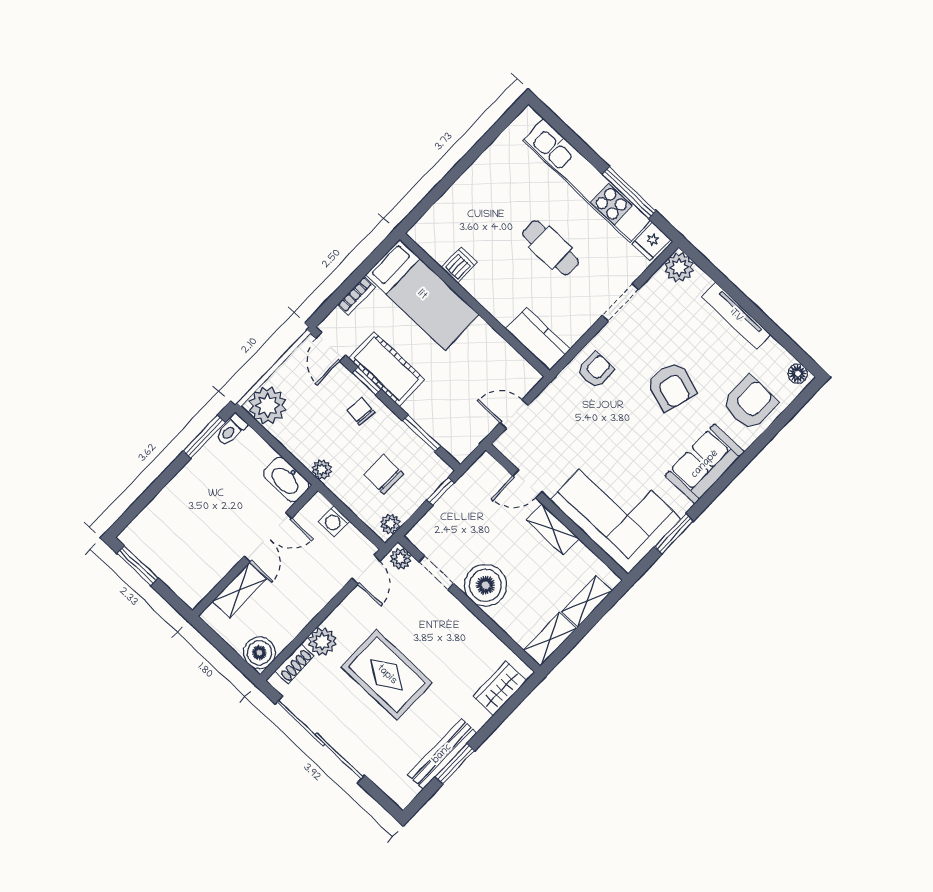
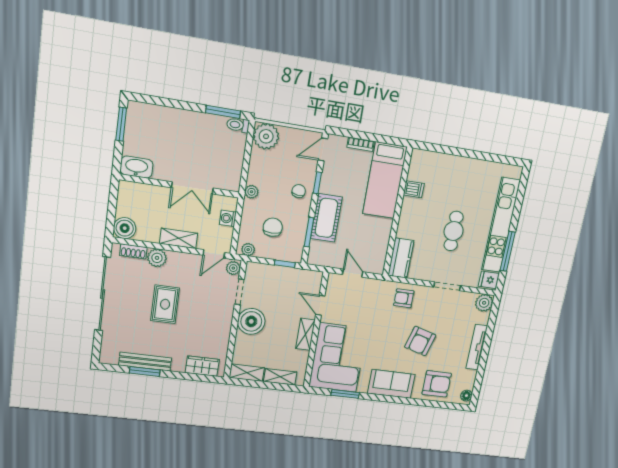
cot: (386, 369) -> (326, 218), moved
armchair: (596, 370) -> (404, 298), turned 180
washbasin: (286, 479) -> (136, 167), moved, turned 90
shelving: (239, 590) -> (179, 238), moved
rug: (387, 675) -> (165, 304), width x0.73, depth x0.70

